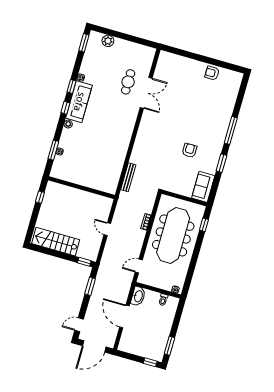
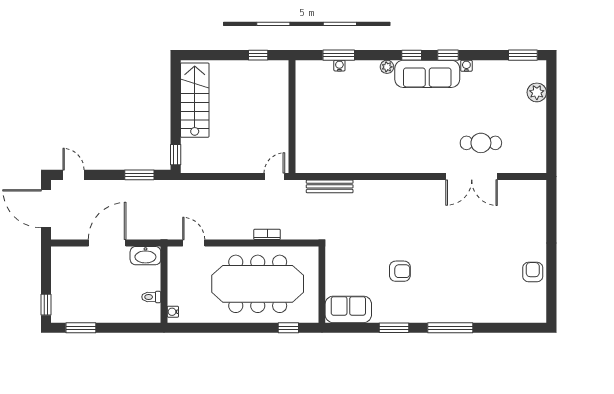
door: (107, 229) -> (274, 176), moved

